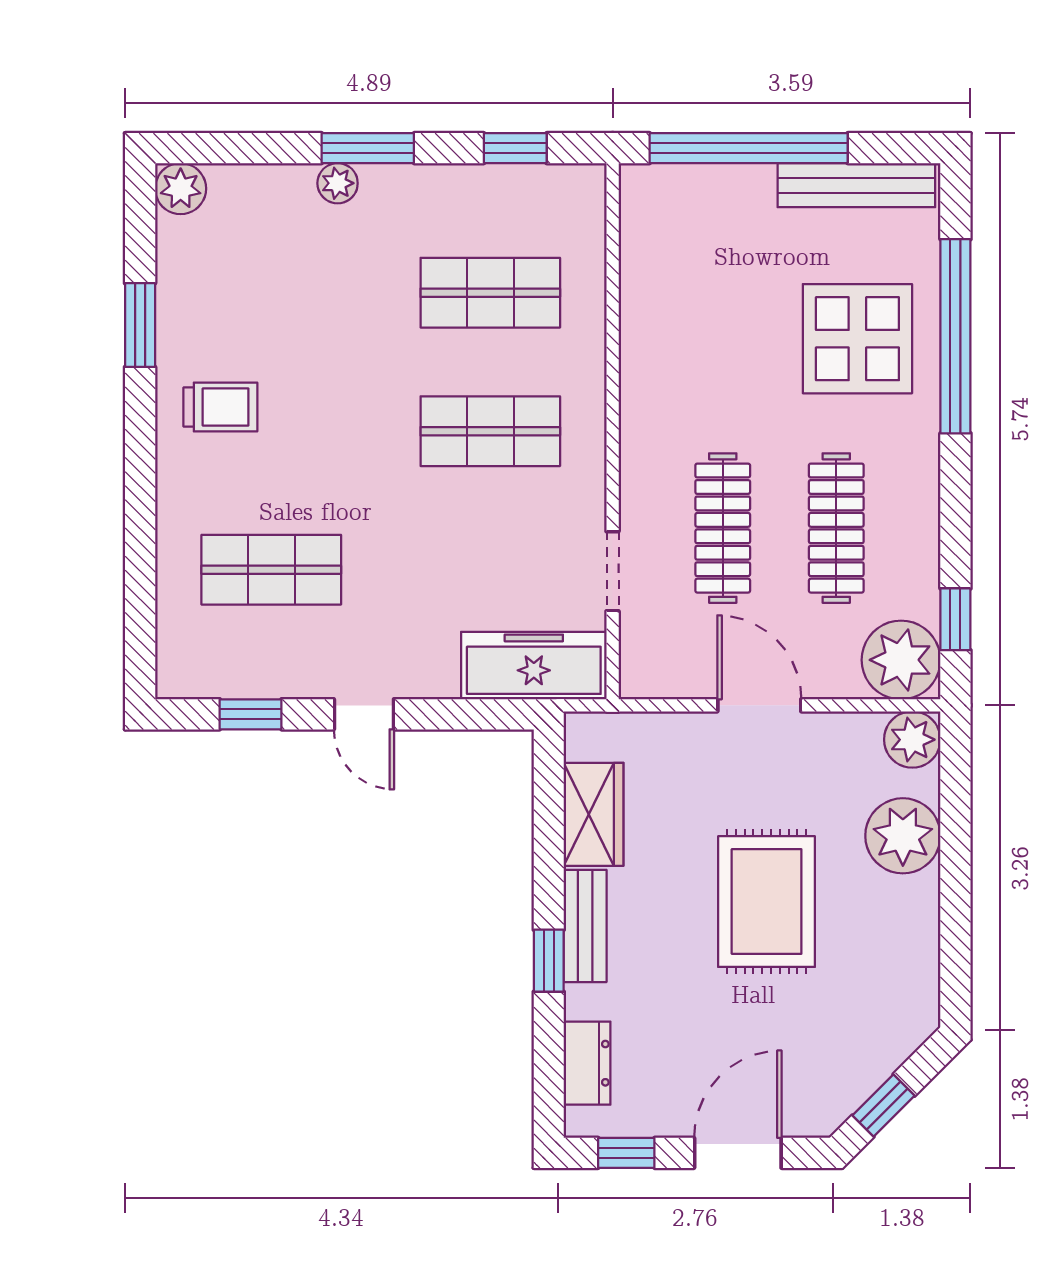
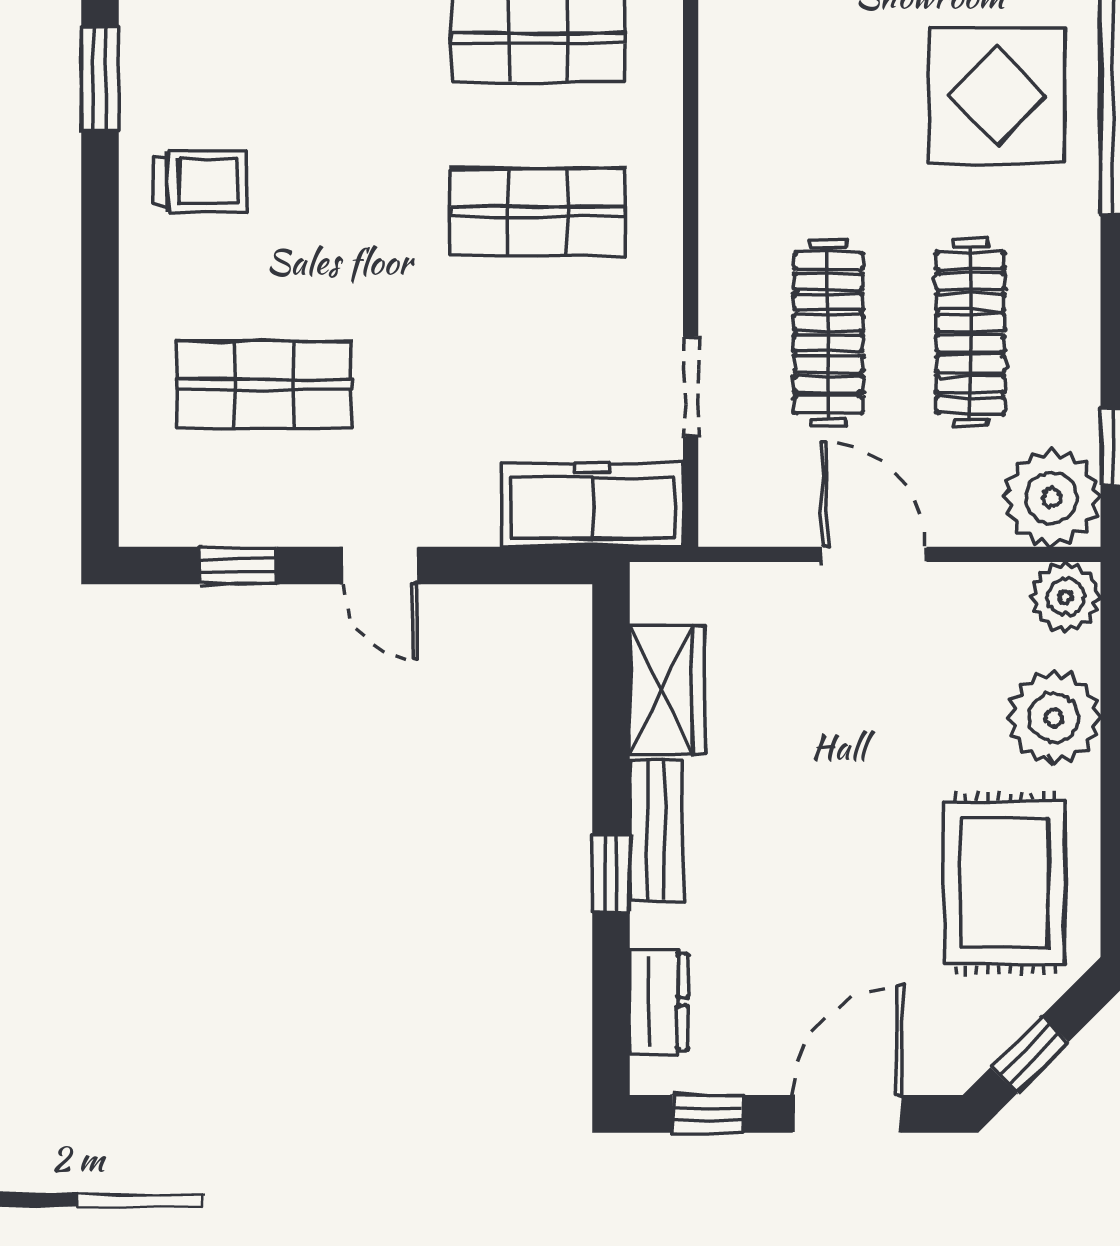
rug: (767, 902) -> (1004, 883), moved

